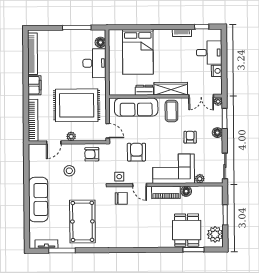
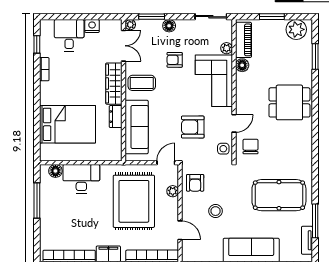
plant: (71, 136) -> (173, 191), moved
piano: (166, 192) -> (243, 40), moved
dining table: (187, 230) -> (289, 102), moved

